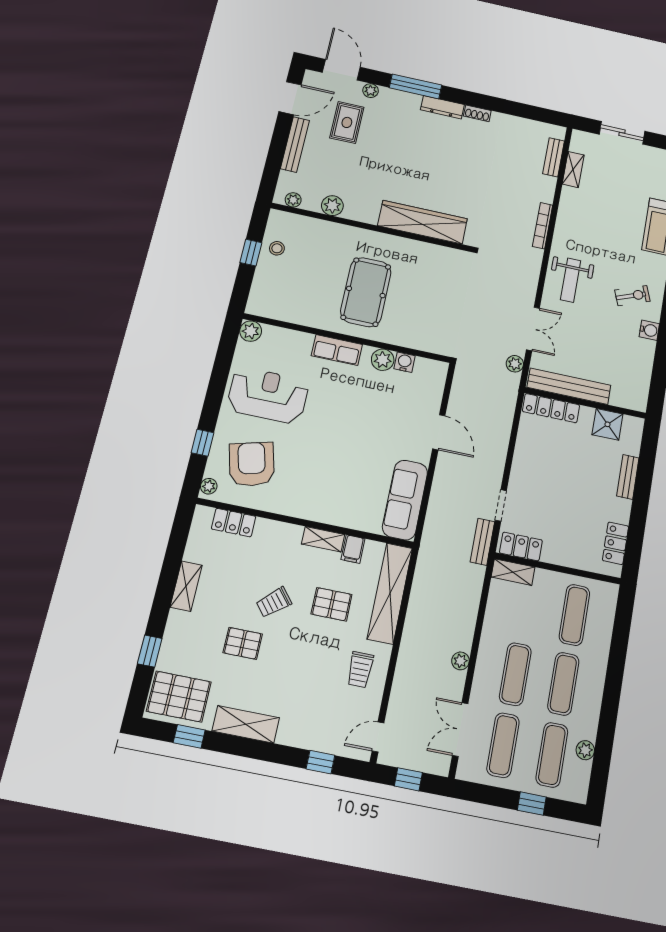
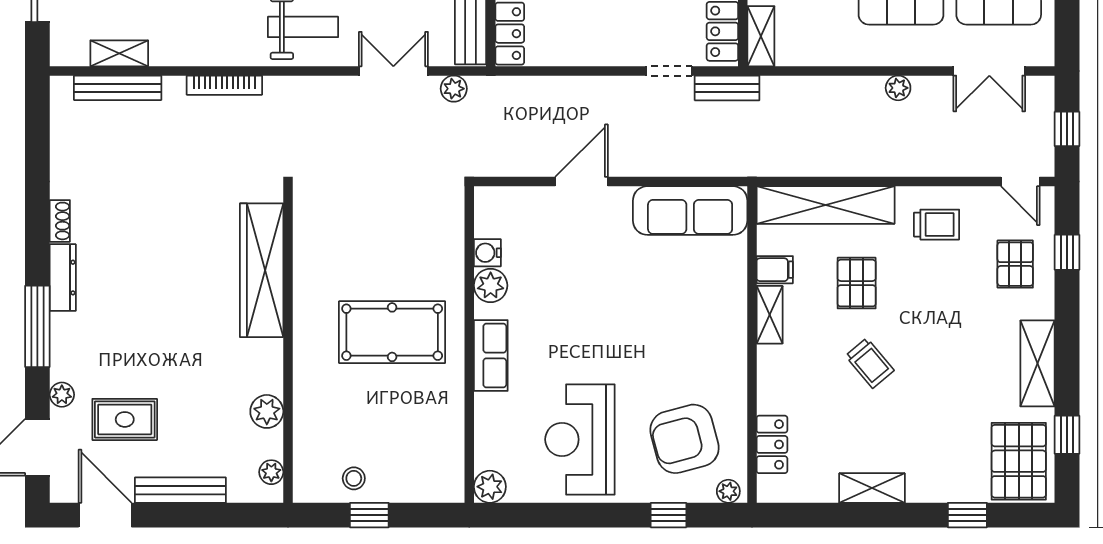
bench: (554, 157) -> (118, 88), width x1.36
pallet: (243, 643) -> (1015, 264), moved

